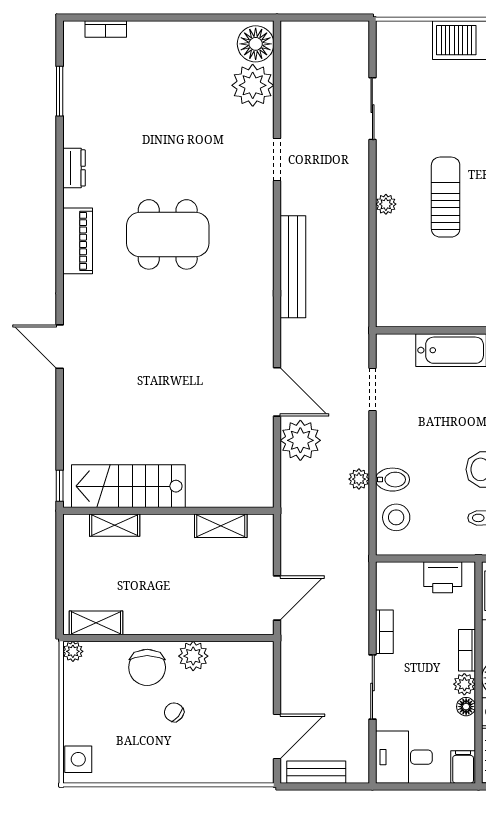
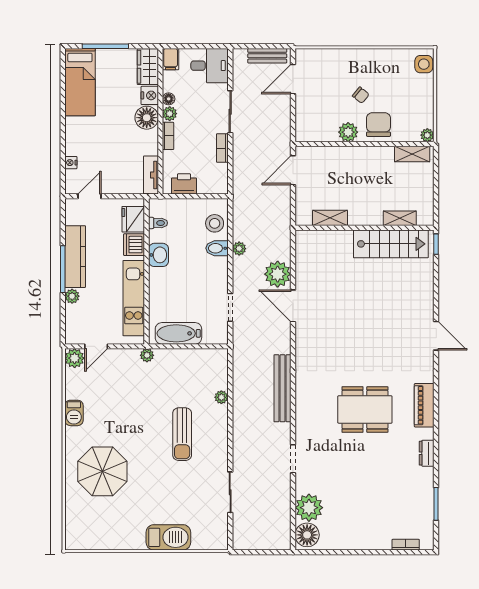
plant: (386, 204) -> (221, 397), moved

